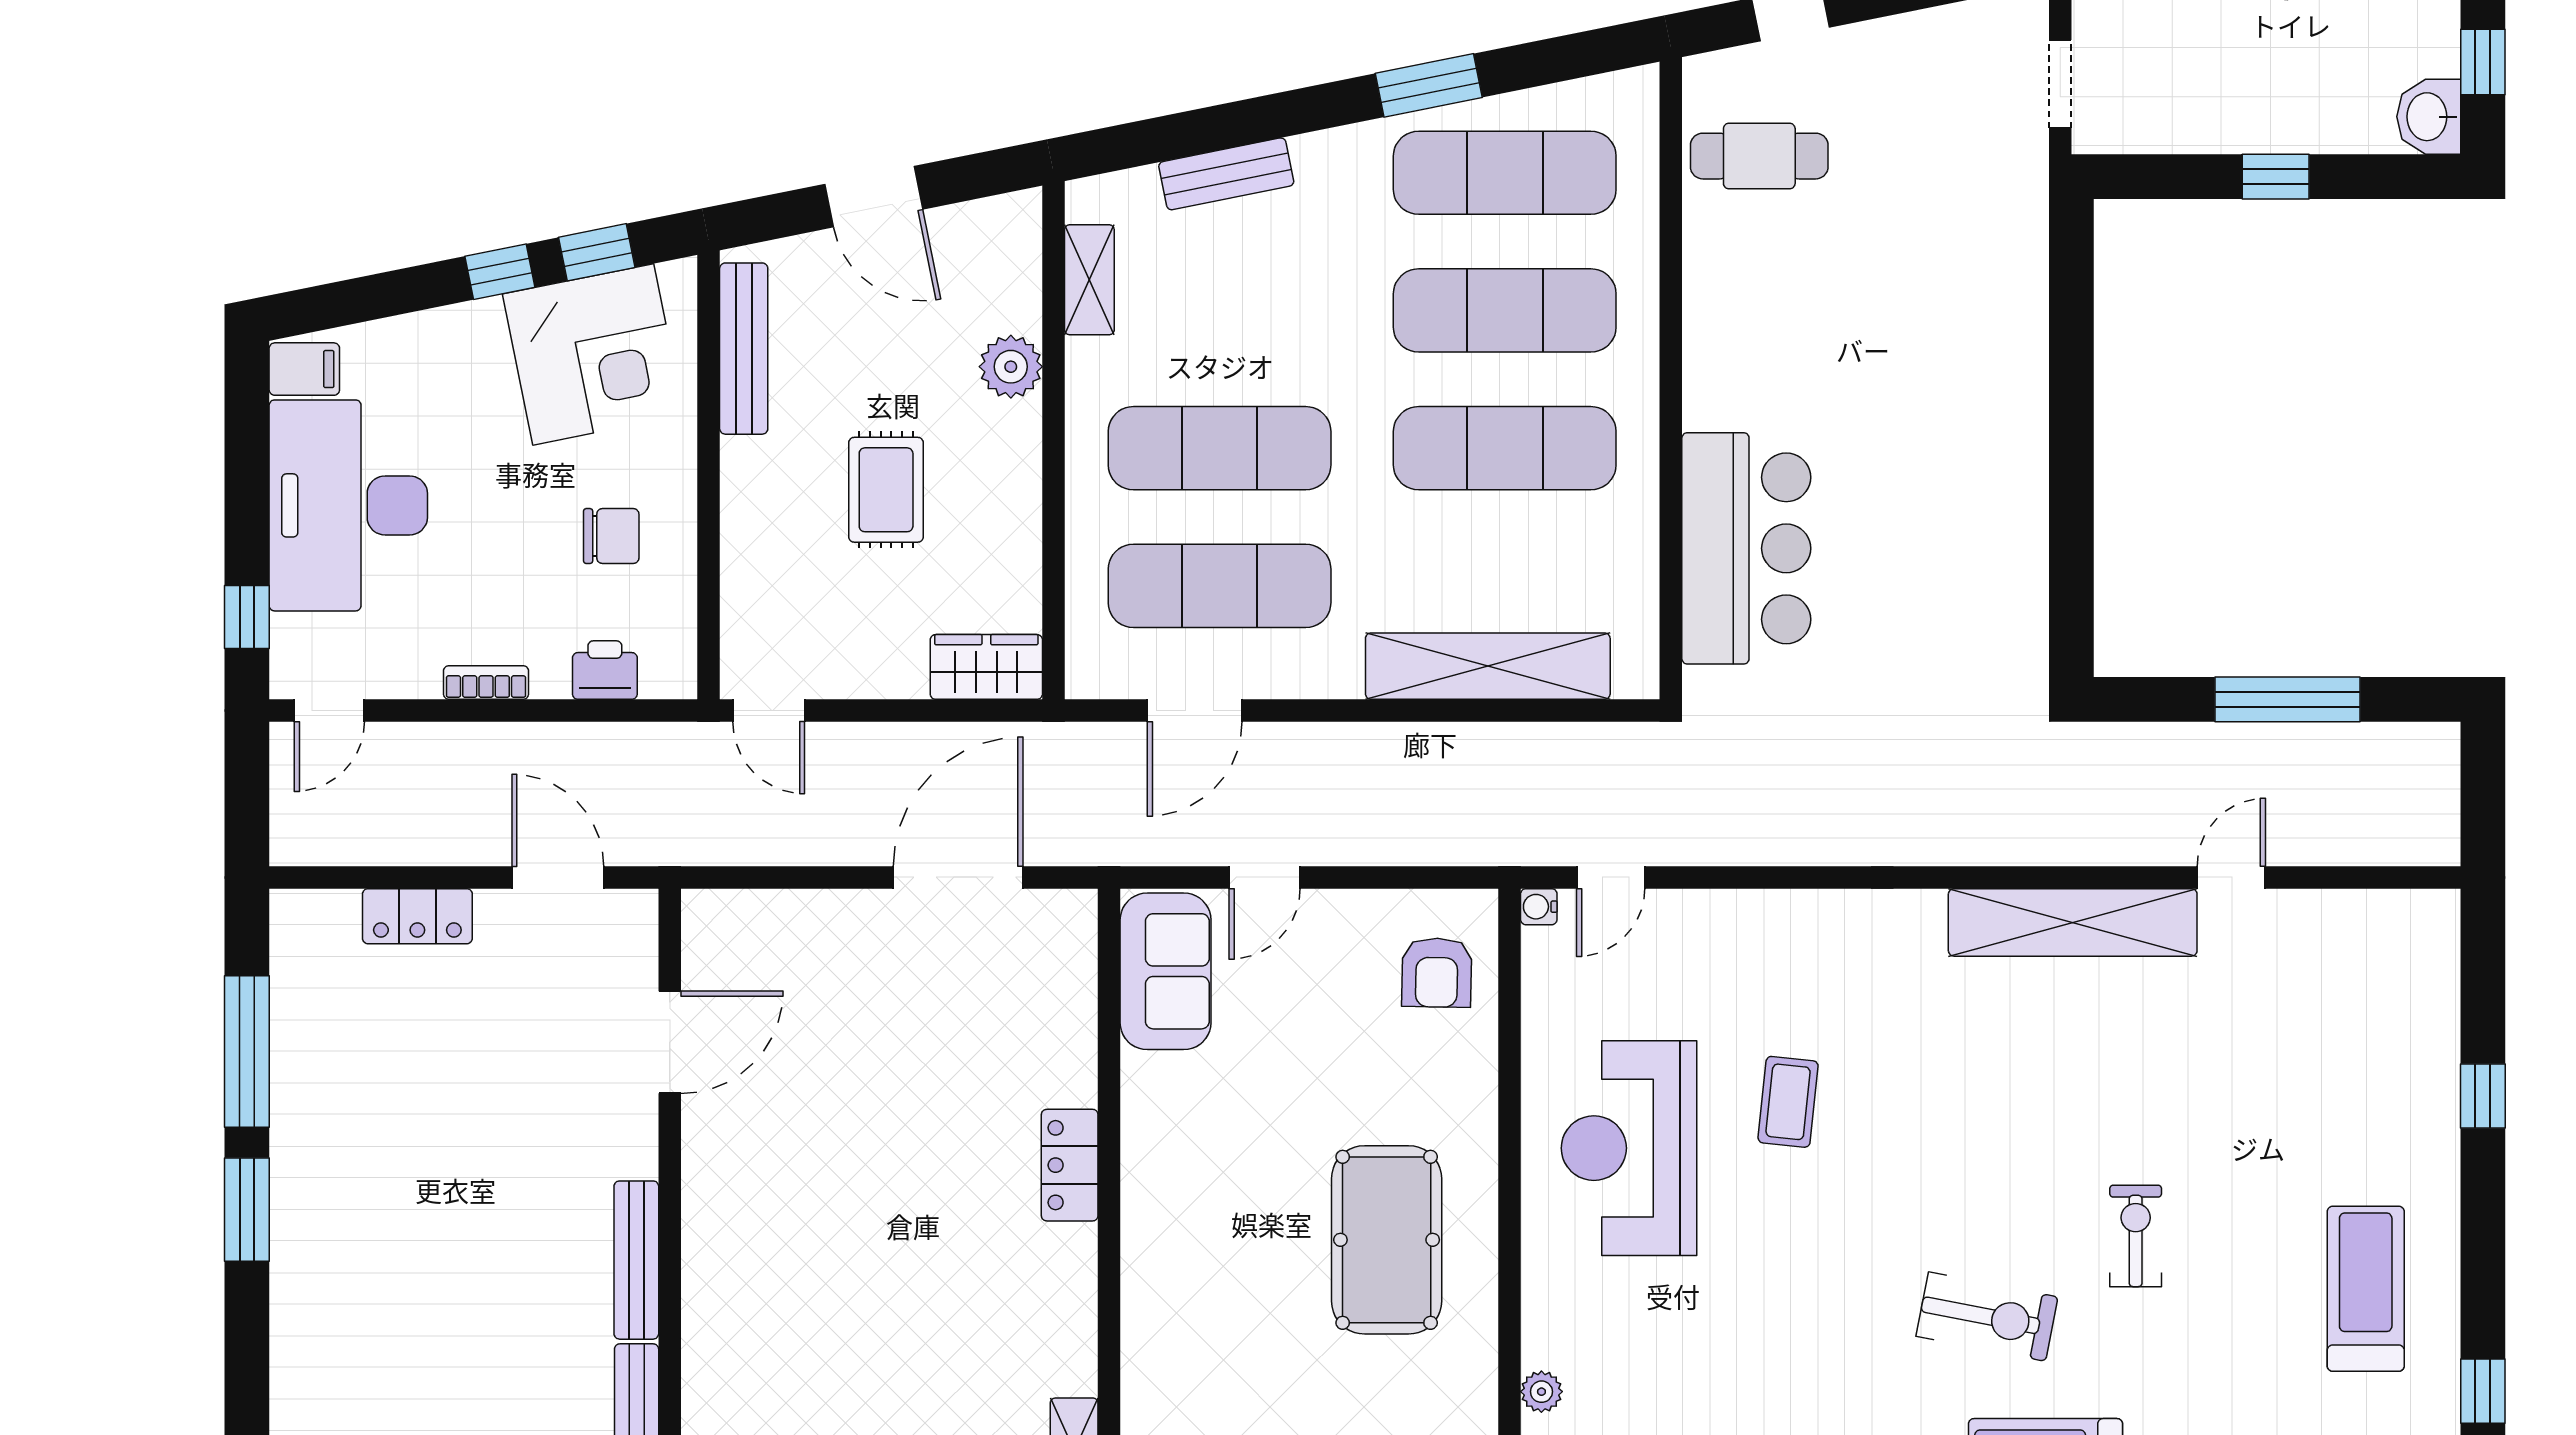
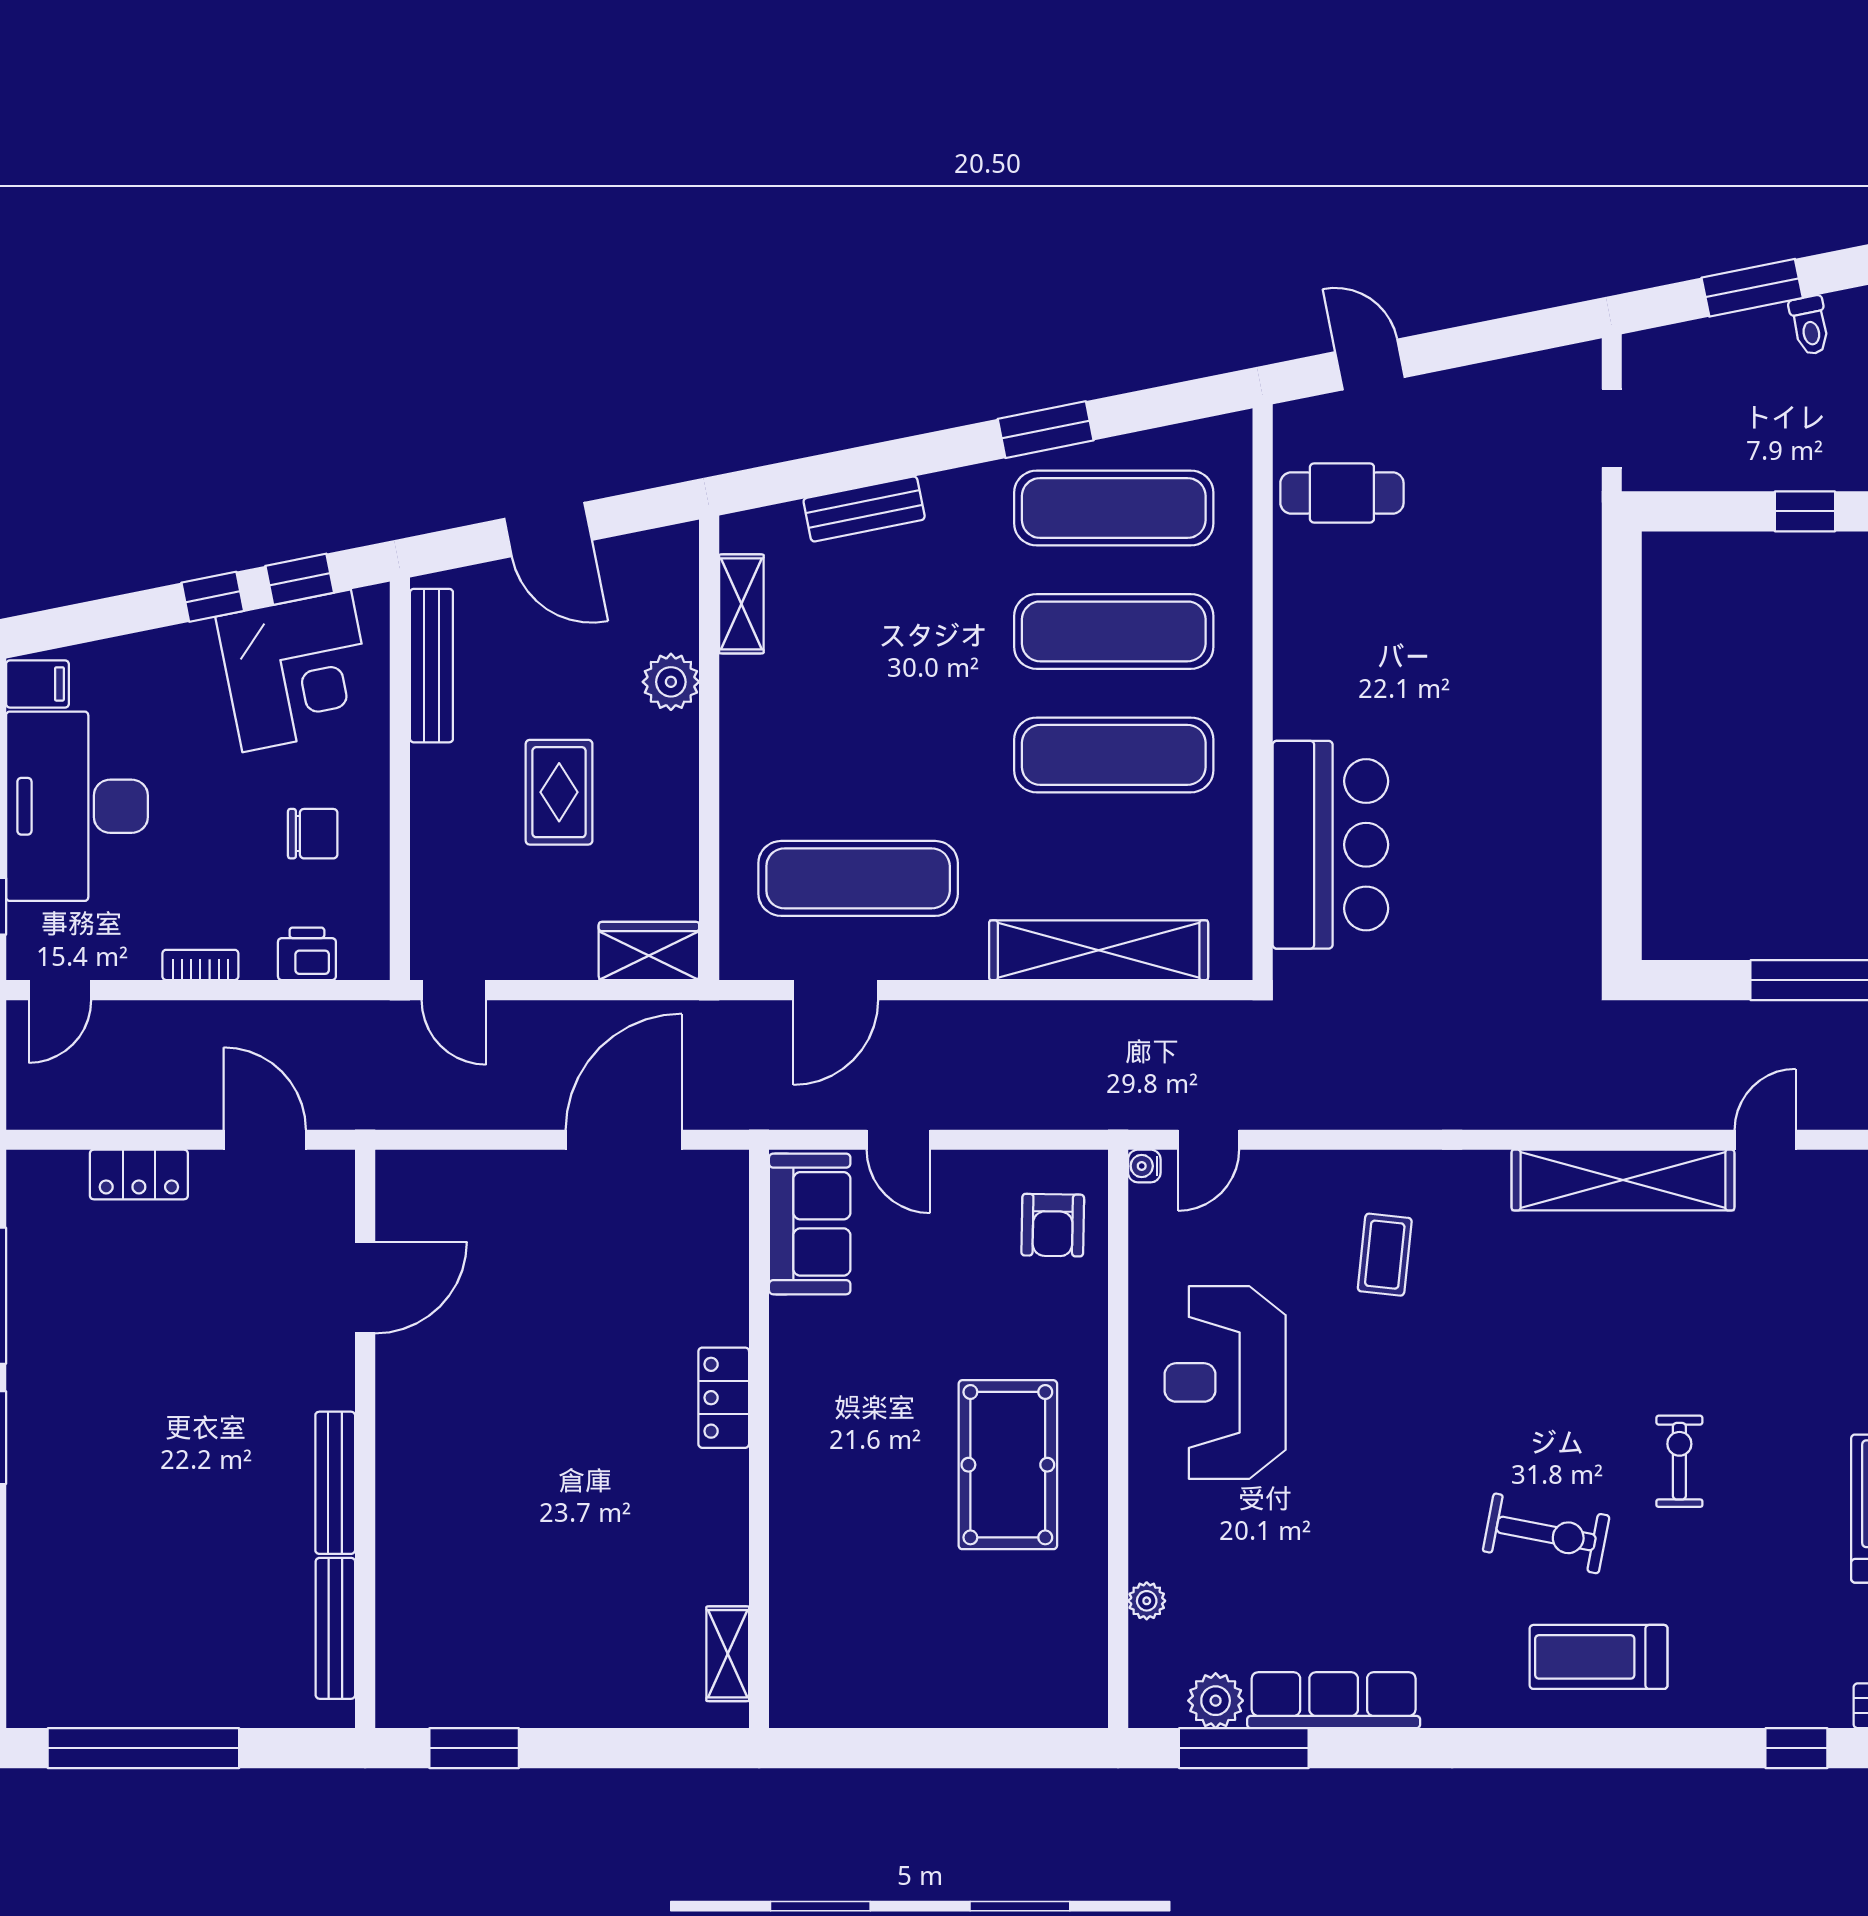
exercise mat: (1220, 448) -> (858, 755), removed
door: (1265, 877) -> (898, 1140), hinge flipped
coffee table: (1788, 1102) -> (1385, 1255), moved

